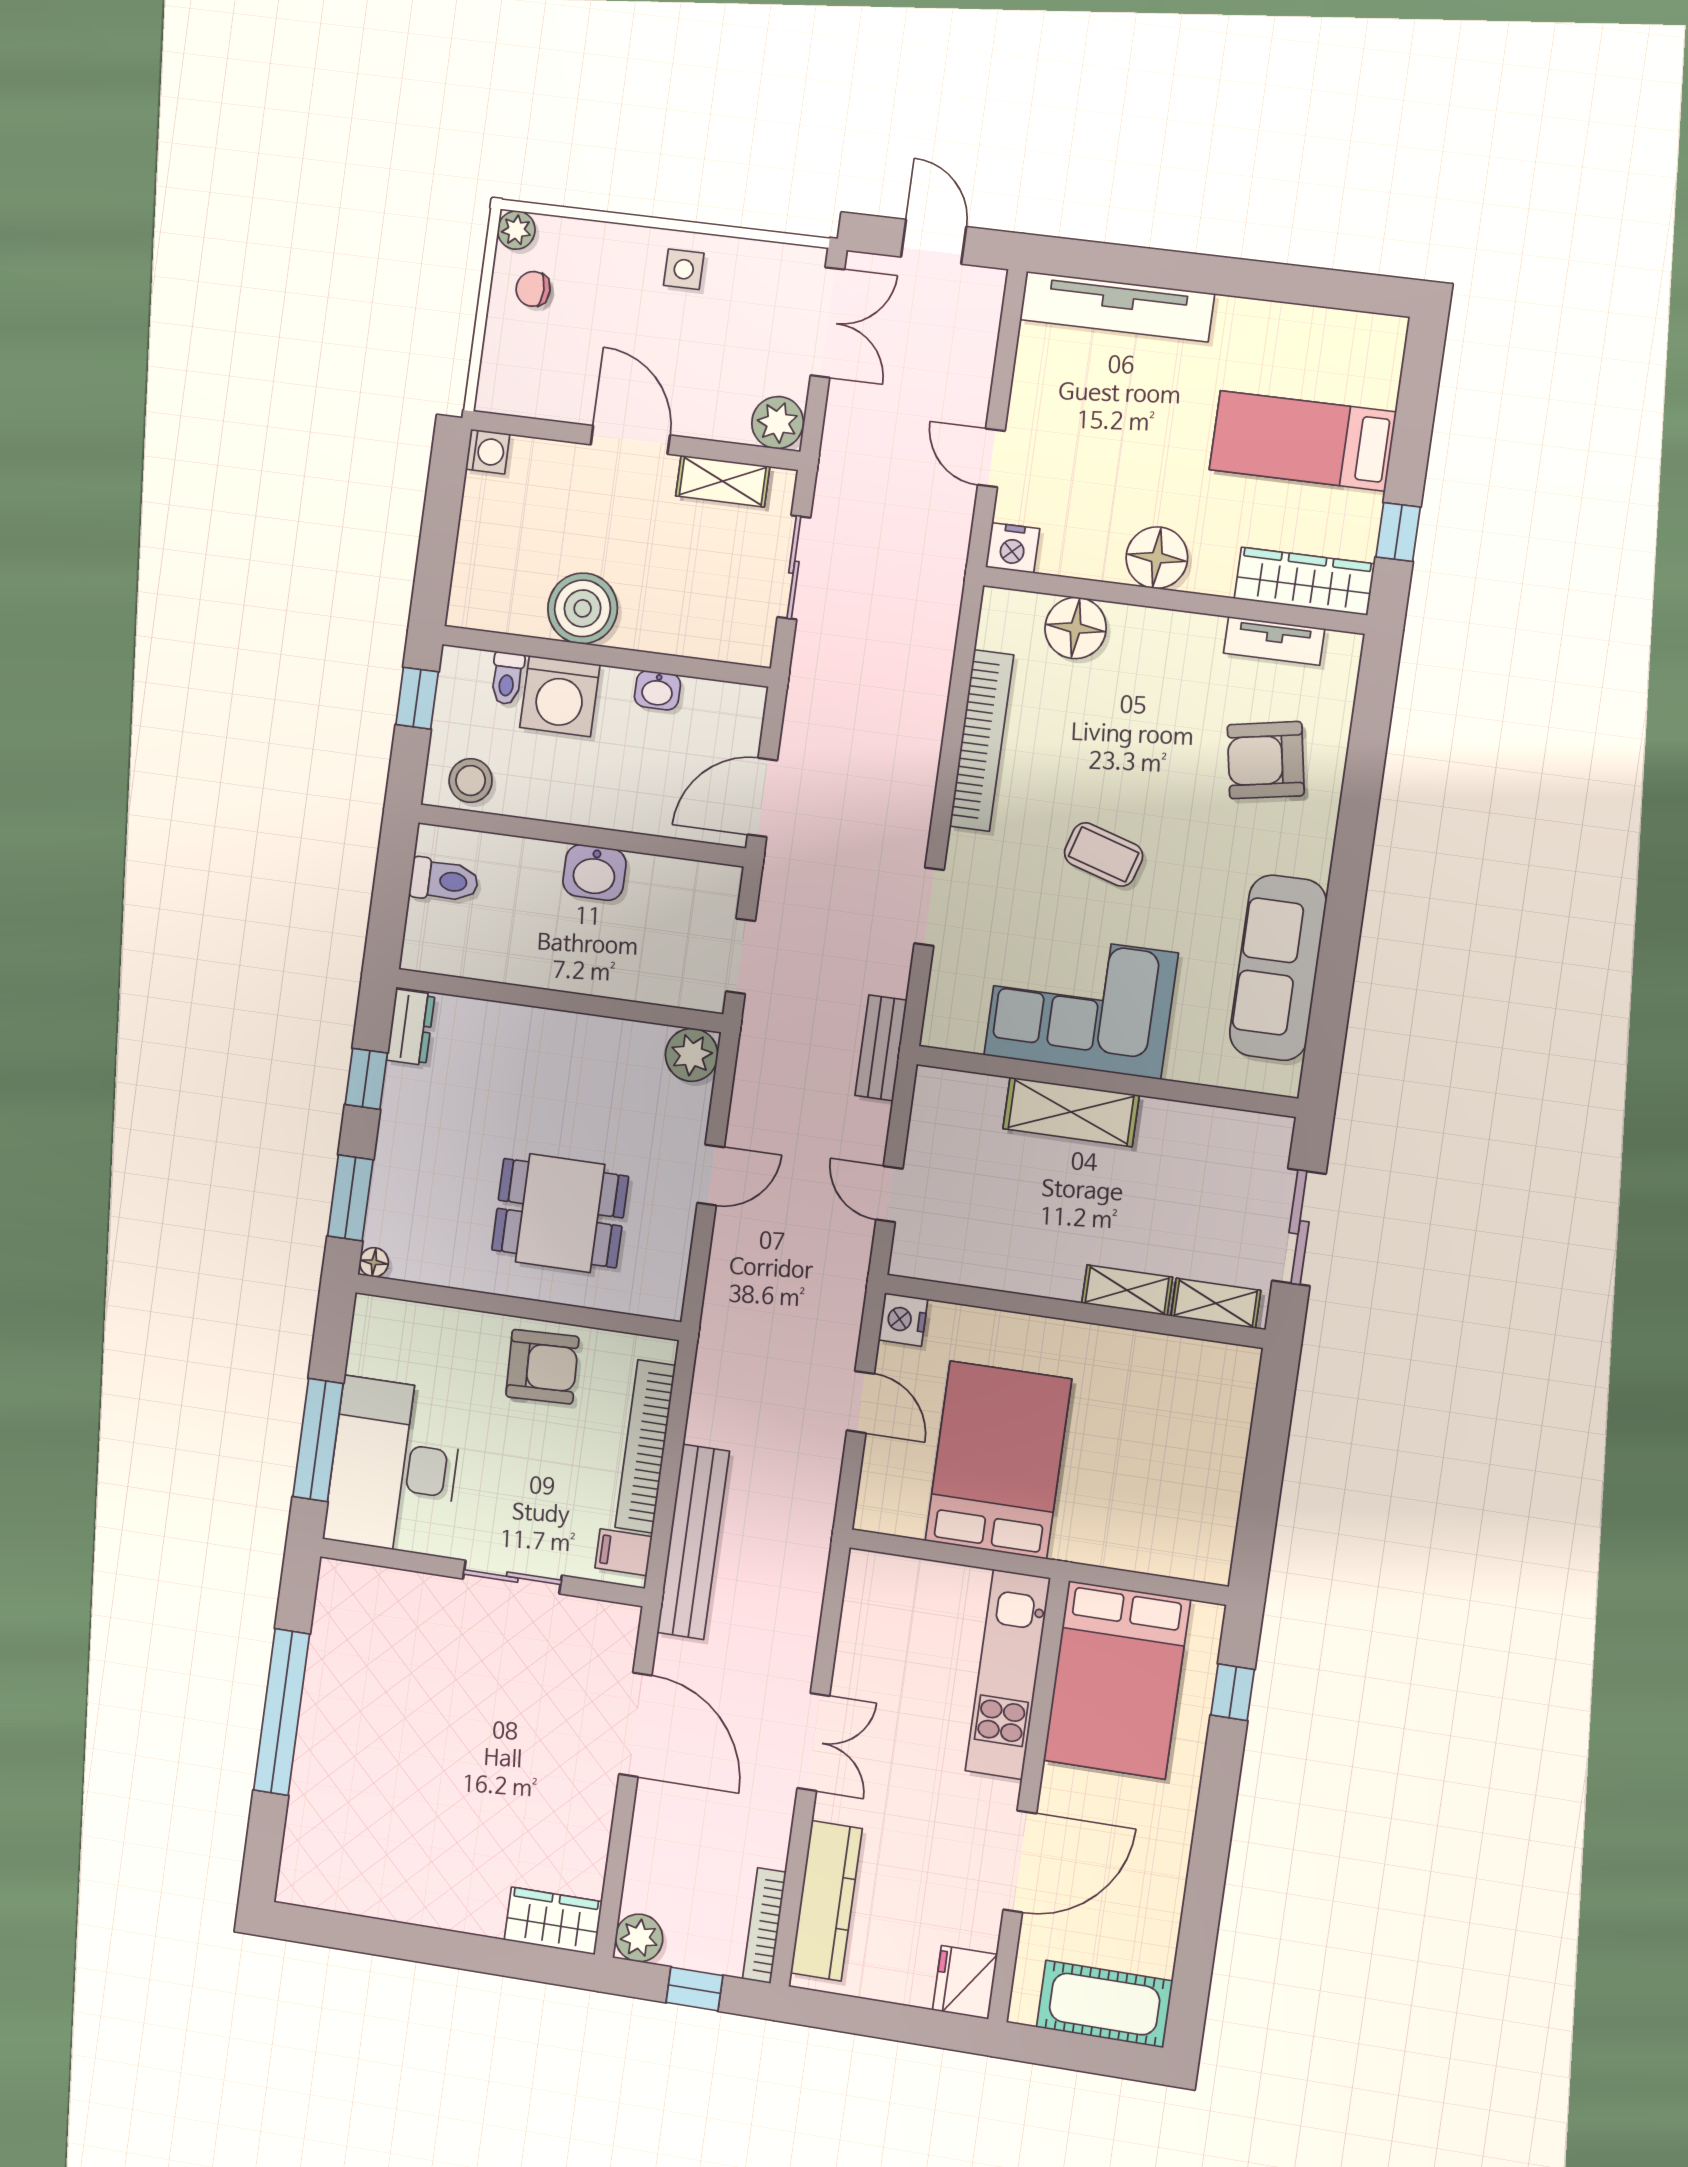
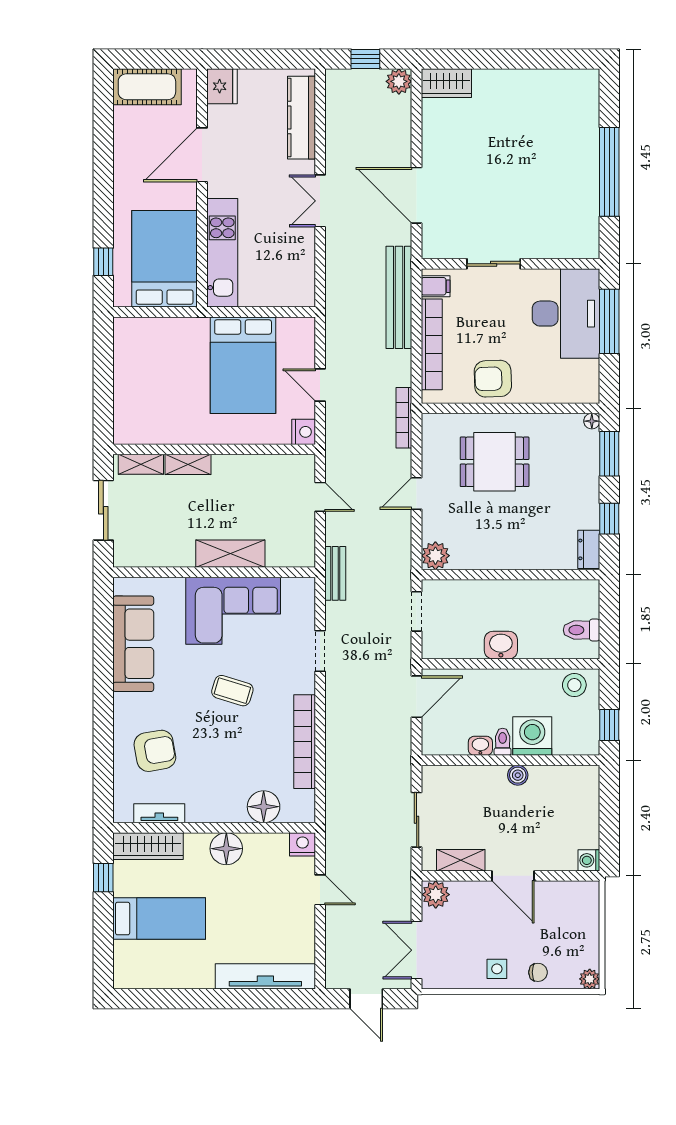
chair: (533, 289) -> (538, 972), moved
boiler: (583, 608) -> (518, 775), width x0.54, depth x0.54
toilet: (507, 678) -> (503, 742), moved
bookcase: (764, 1926) -> (404, 418), moved, turned 180

